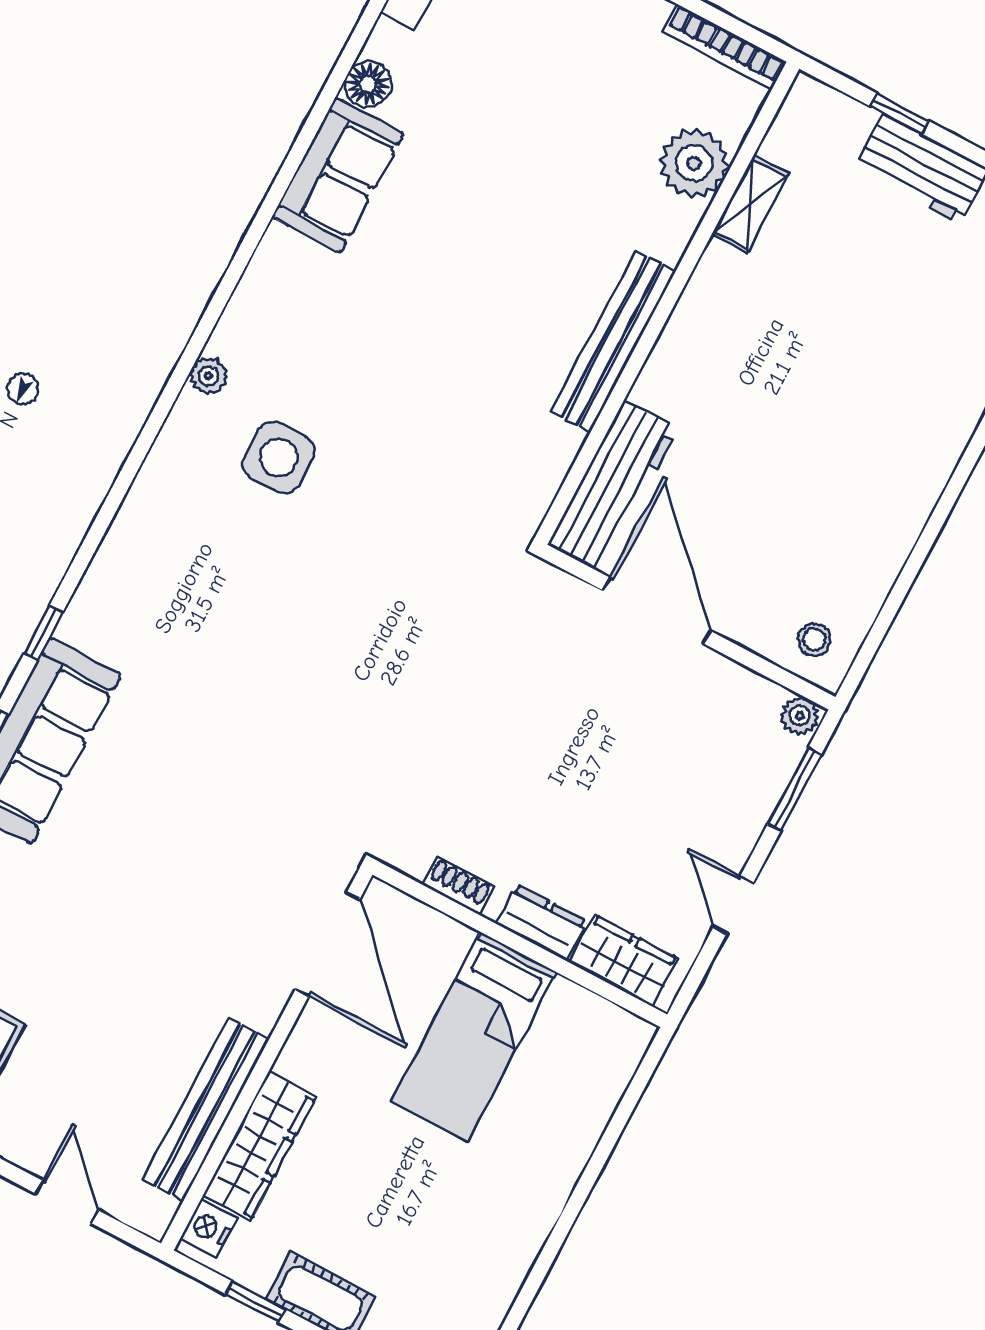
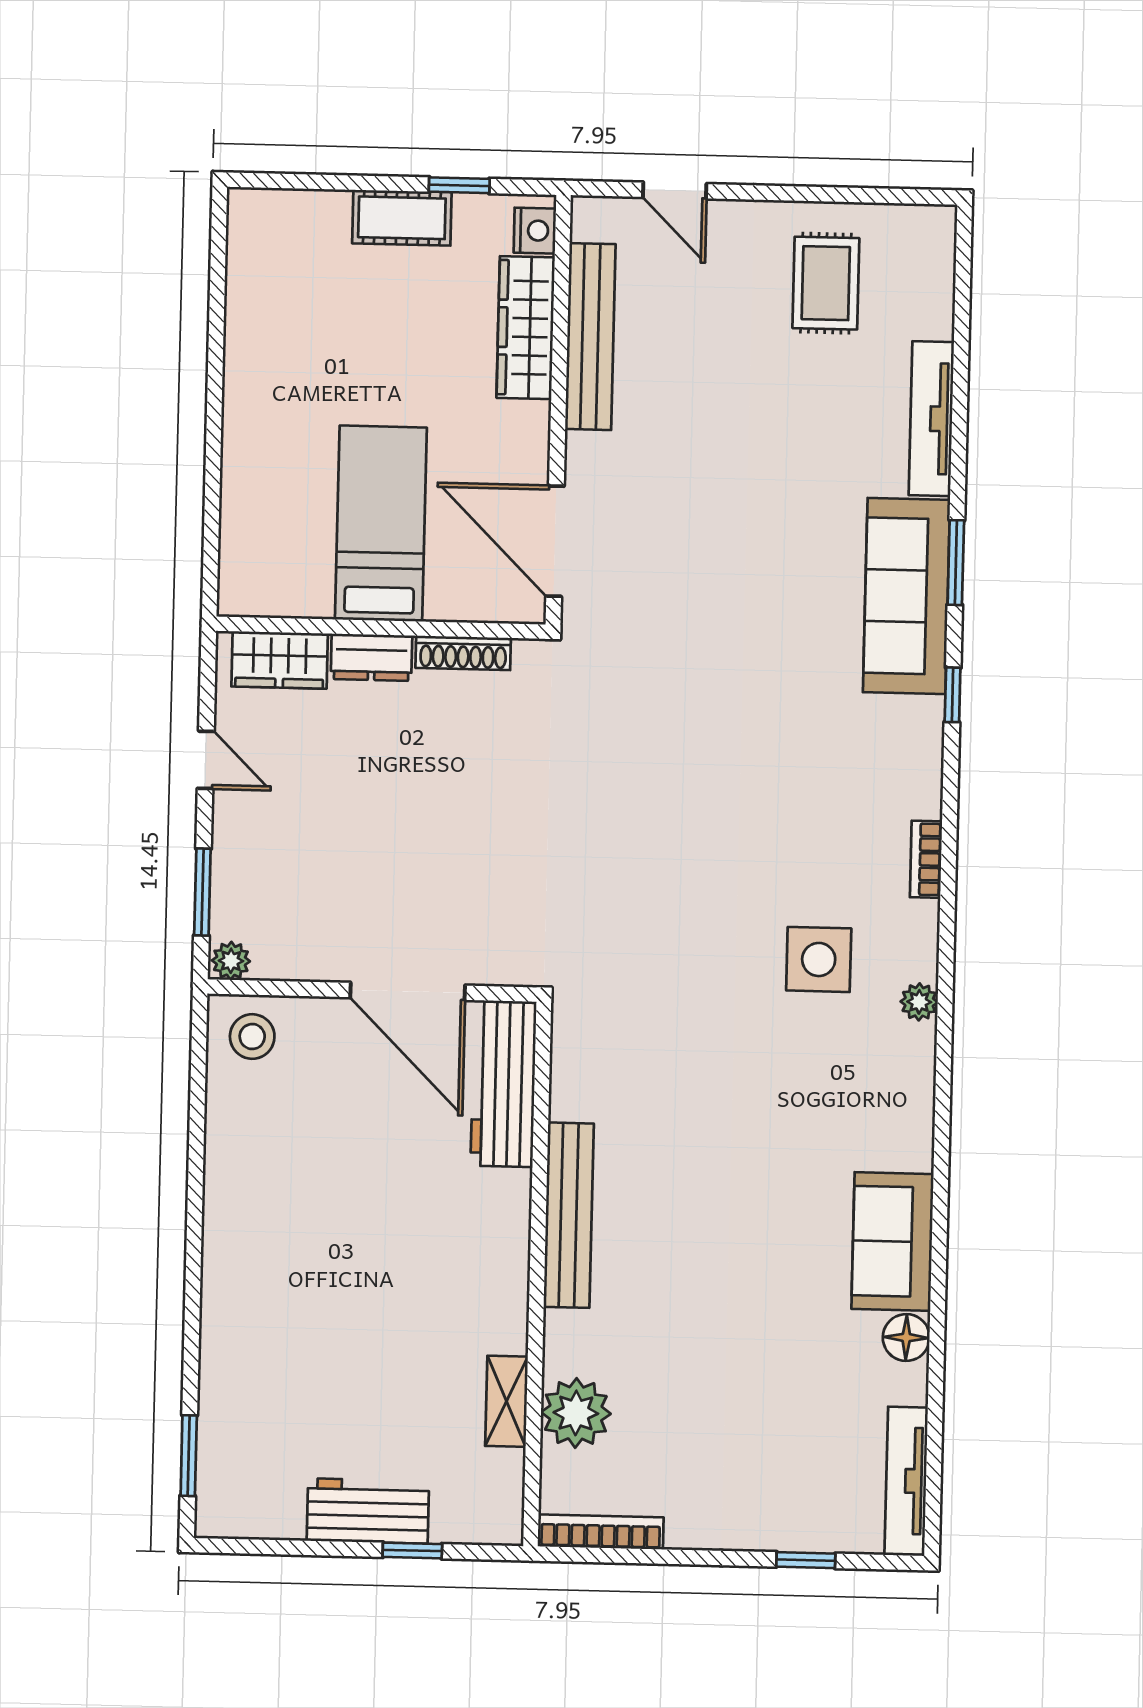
bookcase: (140, 499) -> (926, 859), added
stool: (814, 639) -> (252, 1037), width x1.37, depth x1.37
shoe rack: (458, 886) -> (463, 653), width x1.43

